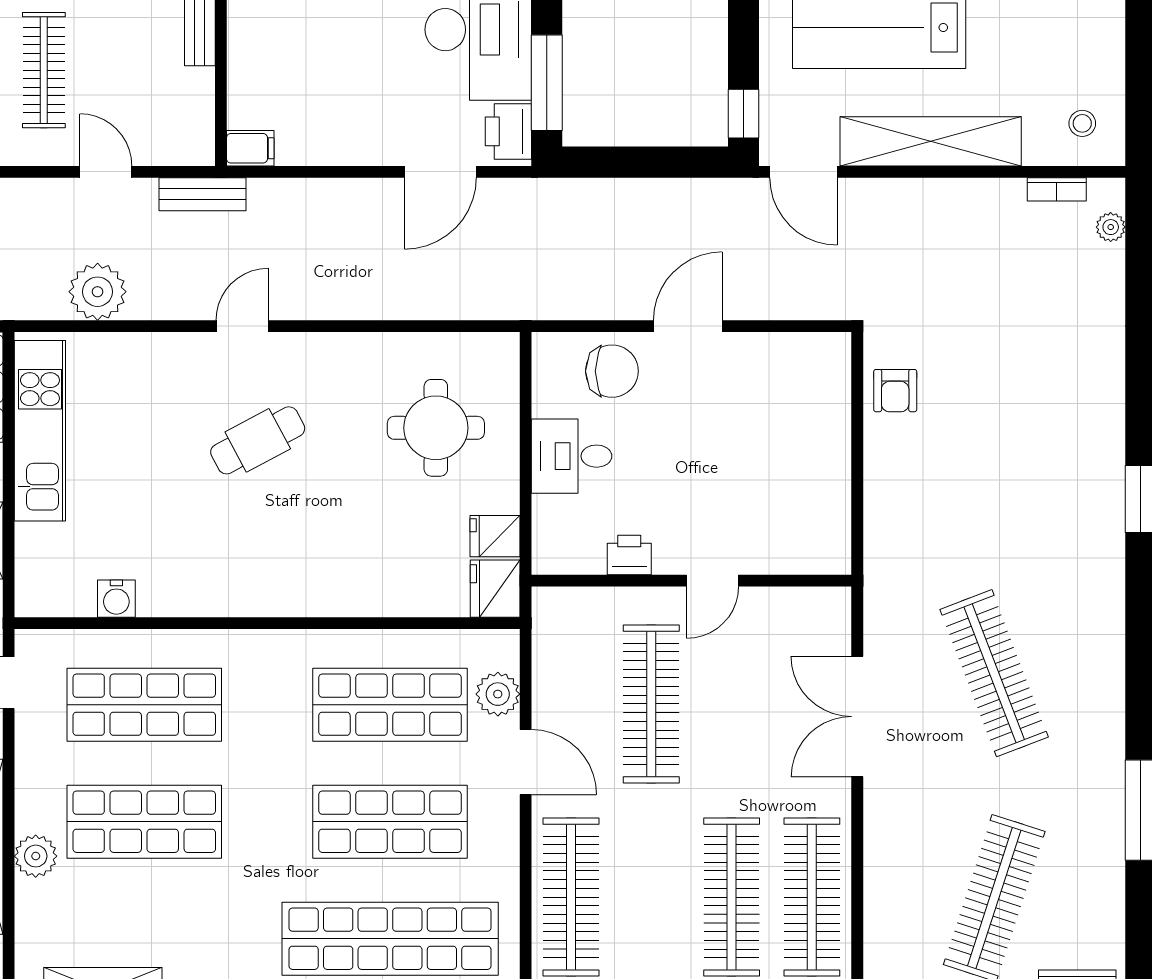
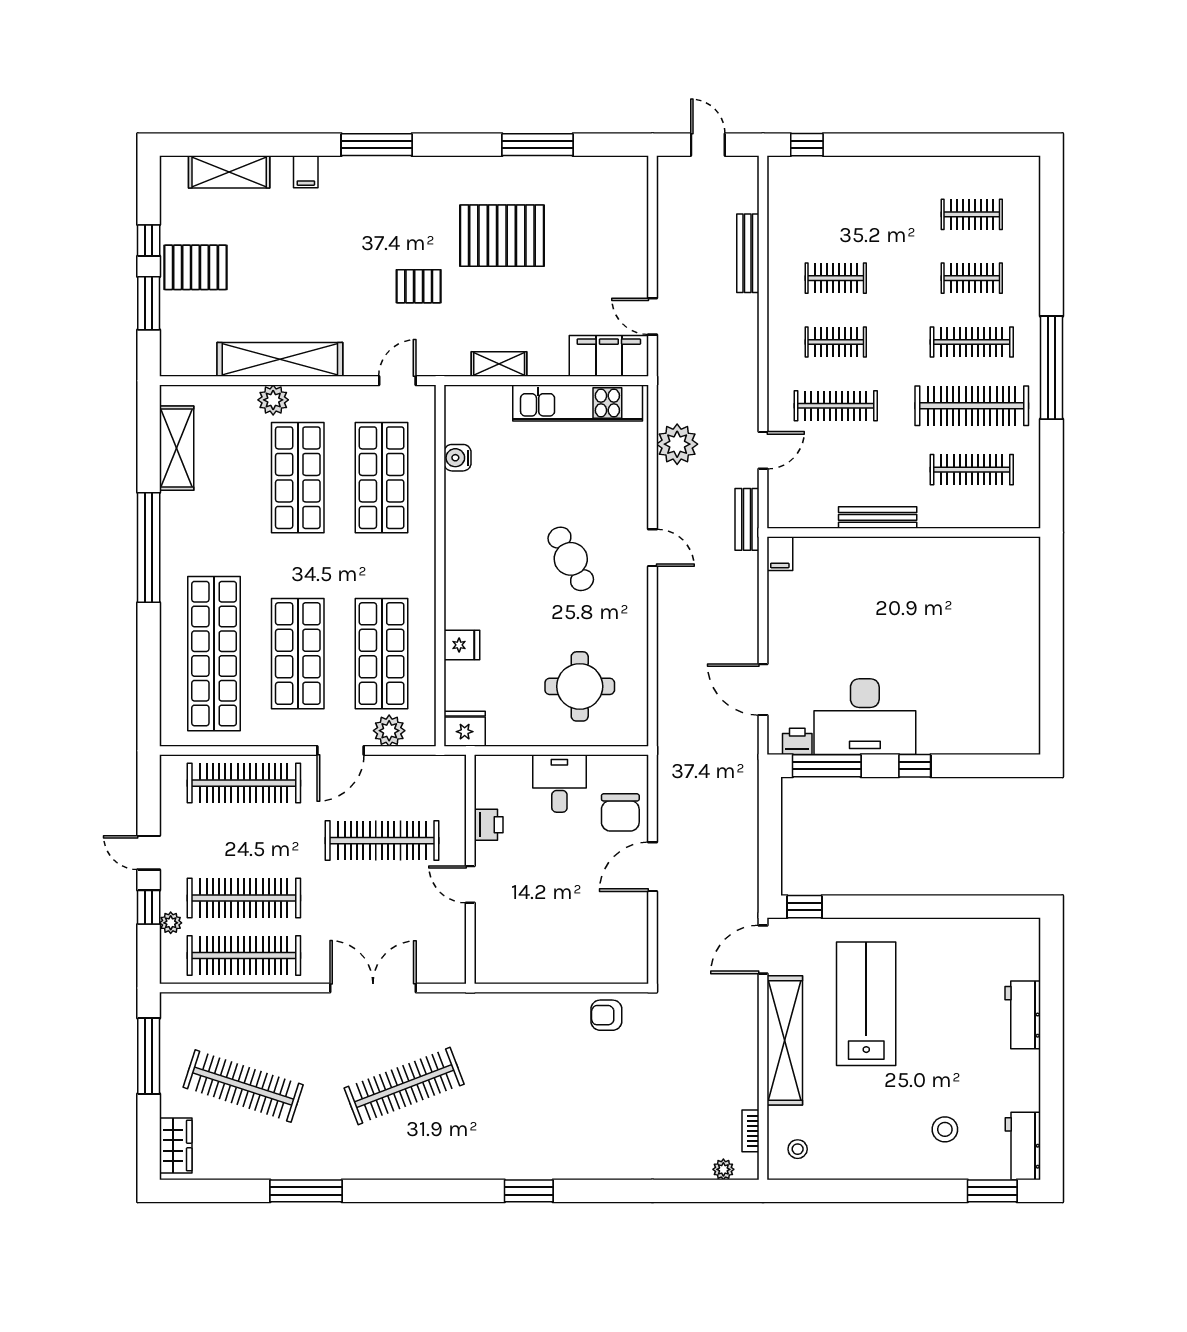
printer: (508, 131) -> (797, 741), width x0.73, depth x0.81
door: (688, 326) -> (653, 867), swing flipped
fridge: (495, 536) -> (462, 645), moved, turned 90

